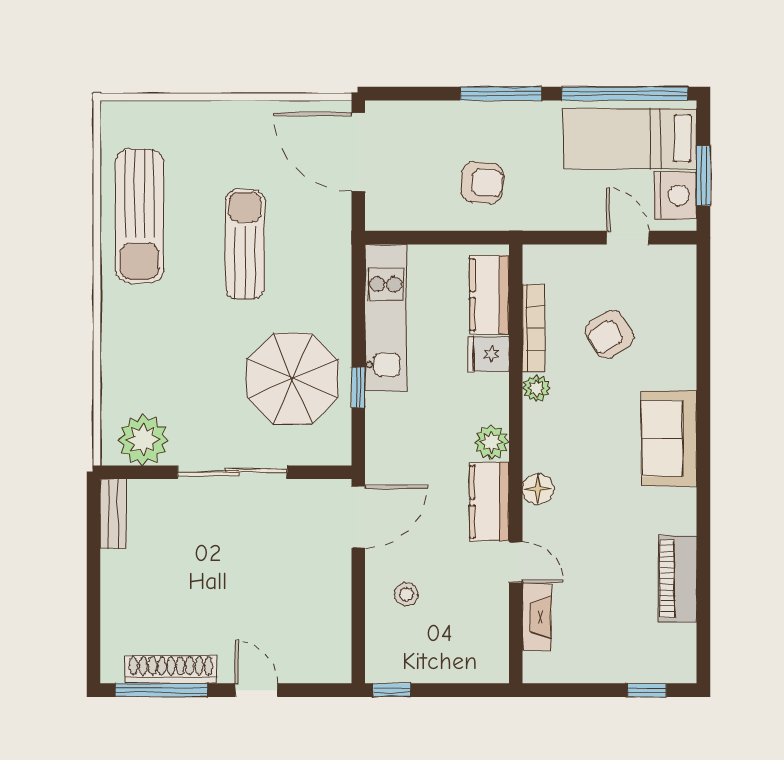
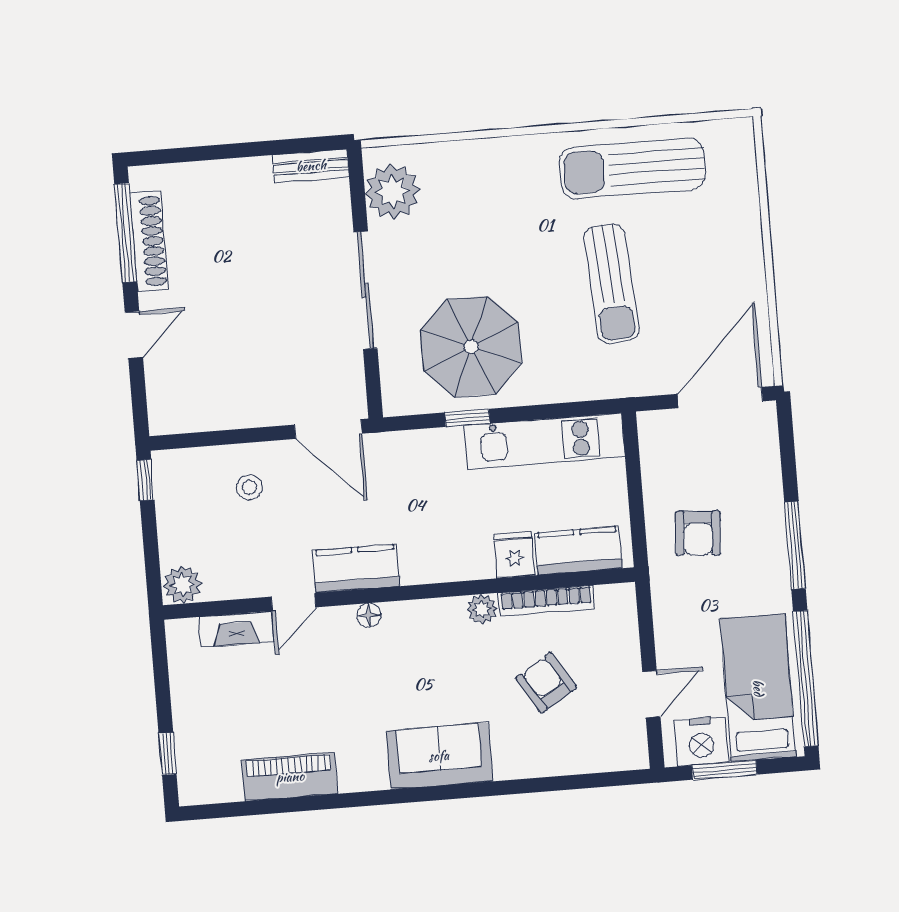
sun lounger: (245, 244) -> (611, 284), turned 86
plant: (491, 442) -> (182, 585), moved
floor lamp: (538, 489) -> (369, 615), width x0.73, depth x0.73

